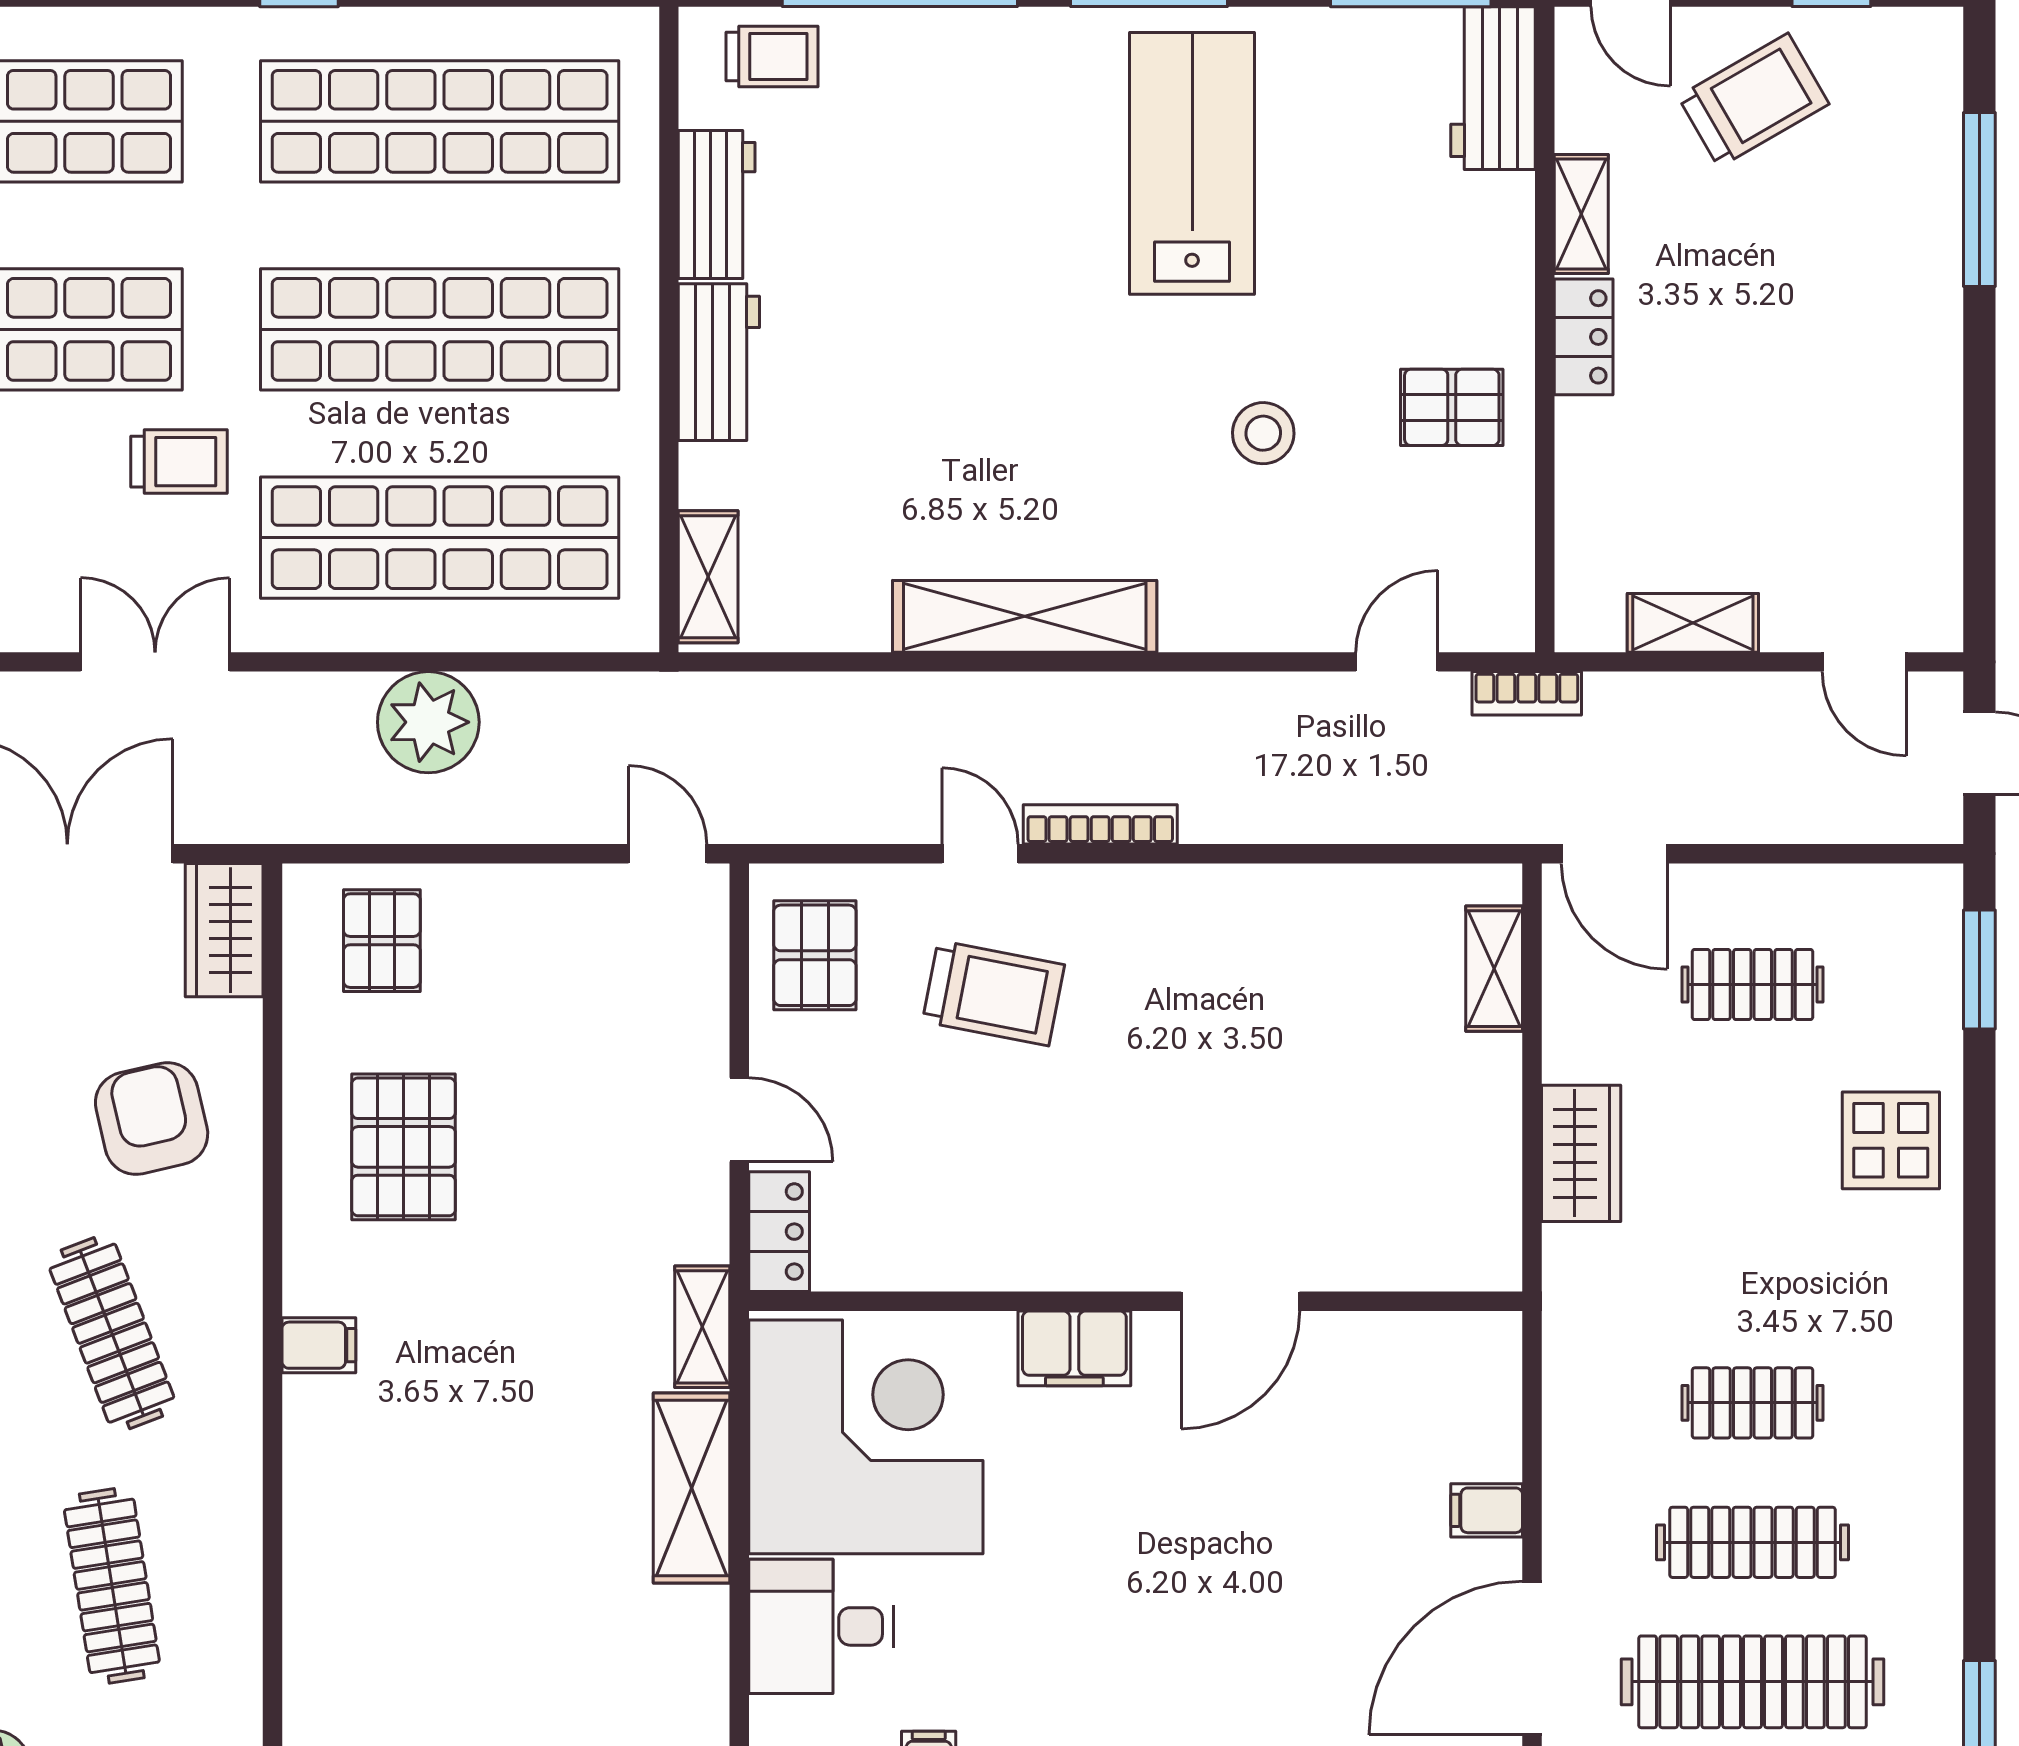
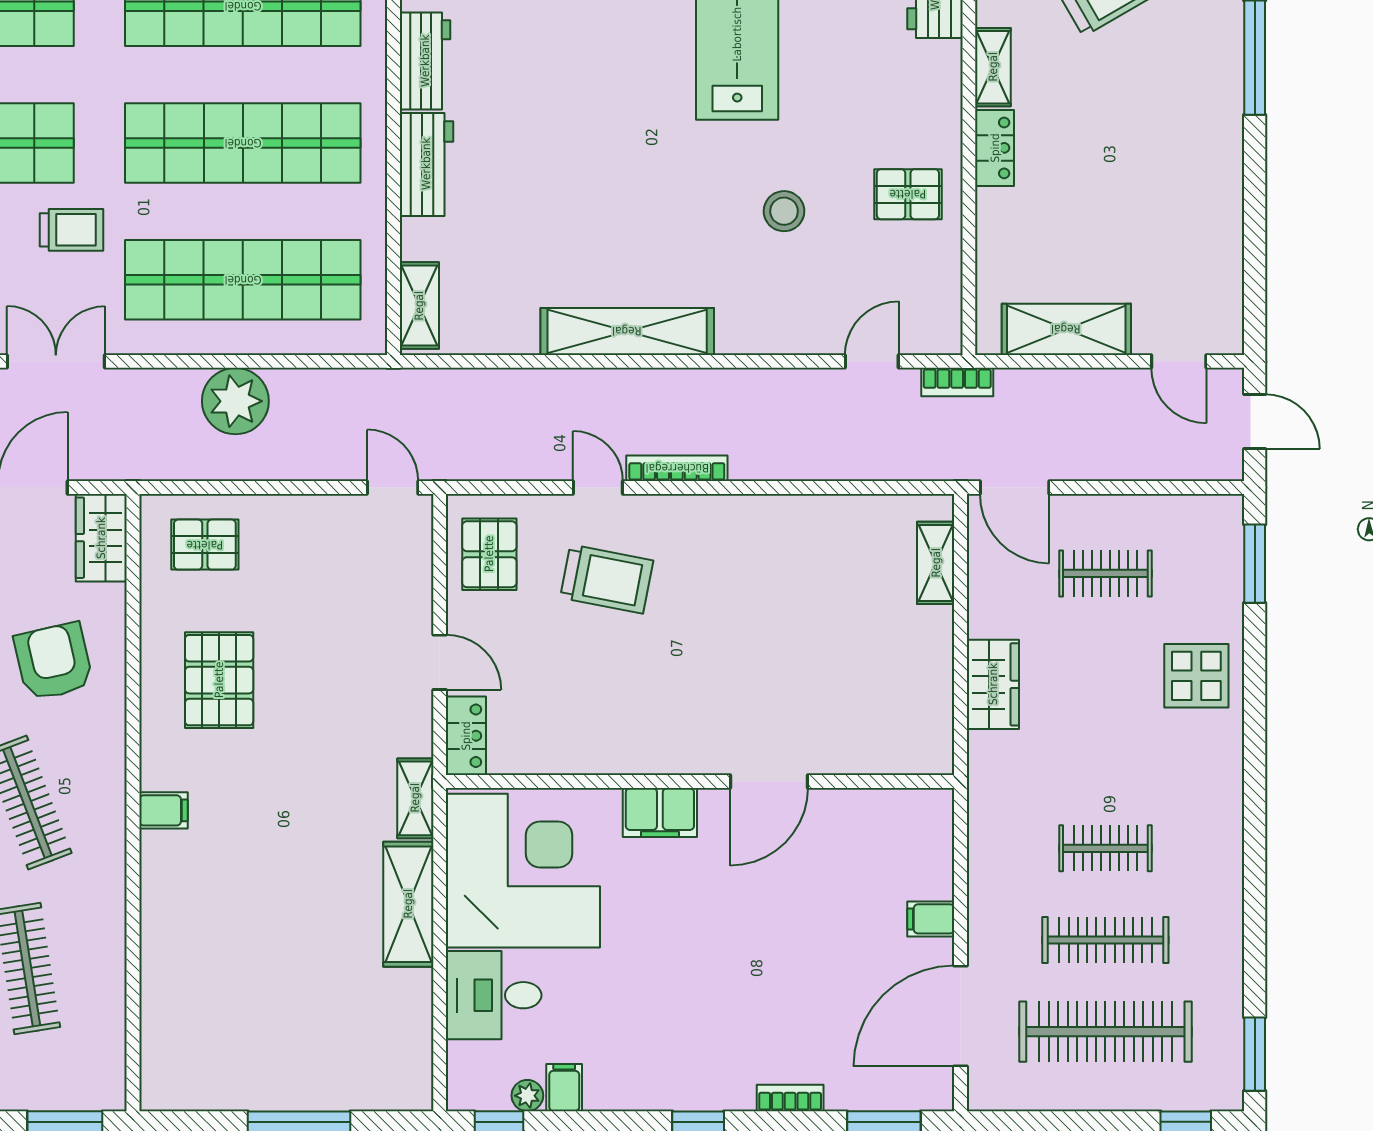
shelving: (1693, 623) -> (1066, 329), width x1.50, depth x1.33
pallet: (382, 941) -> (205, 545), turned 90

